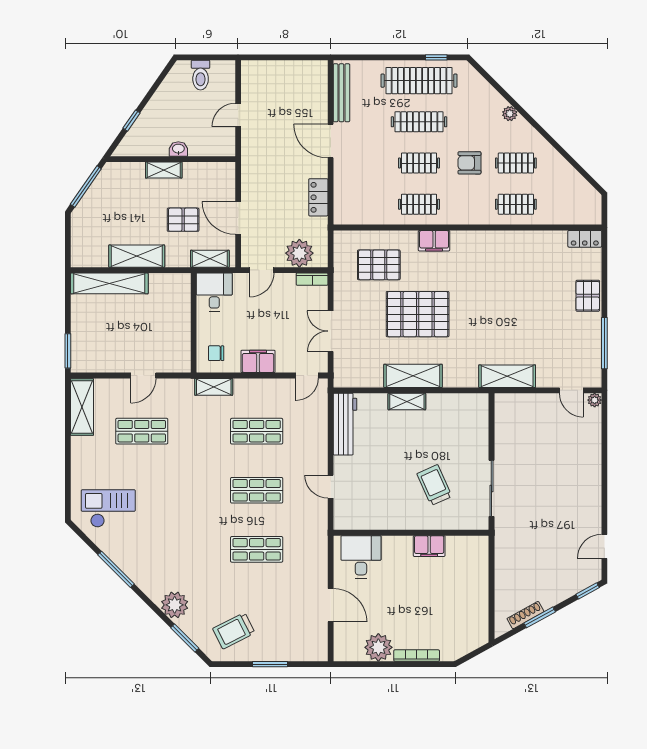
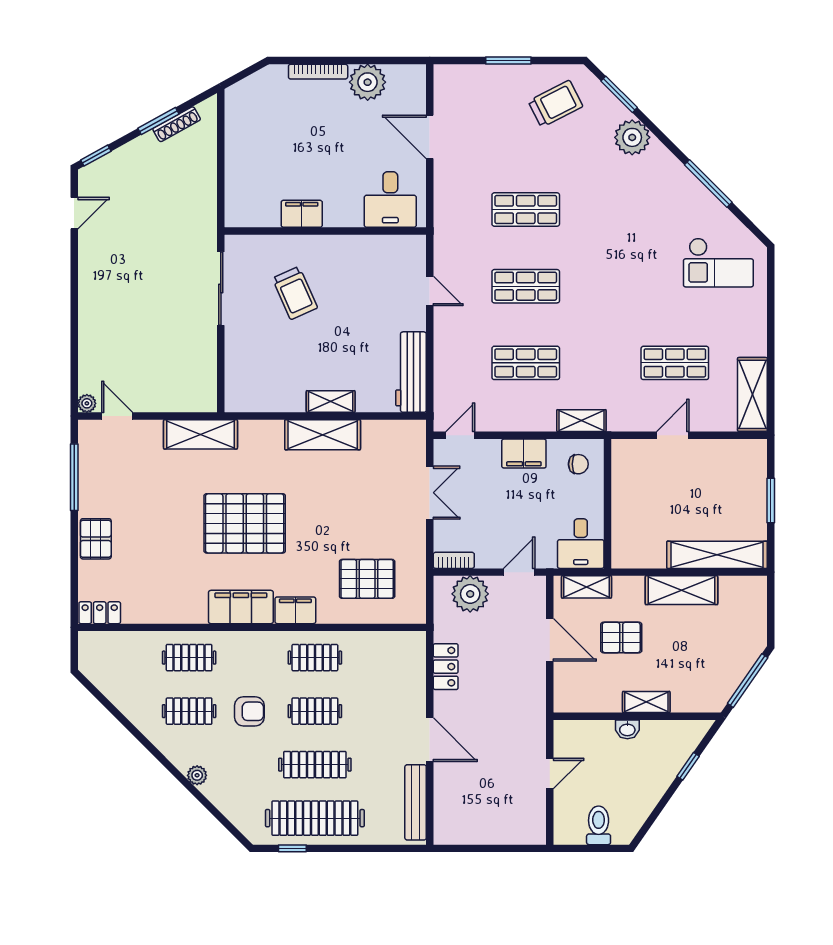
filing cabinet: (476, 243) -> (241, 607), added
pallet: (418, 314) -> (245, 523), moved
window: (68, 351) -> (771, 500), moved

